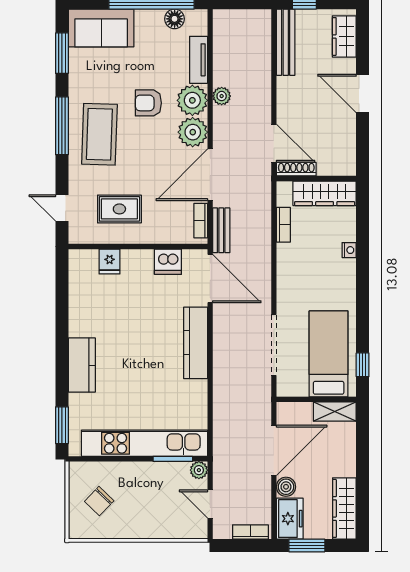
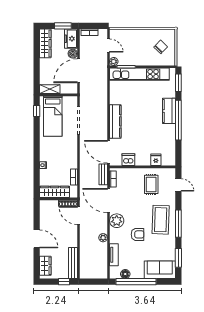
plant: (192, 100) -> (117, 236), removed
door: (210, 175) -> (108, 201), swing flipped
rug: (119, 209) -> (151, 184), turned 90
window: (62, 346) -> (178, 120), added

